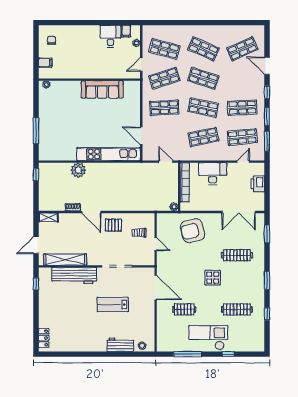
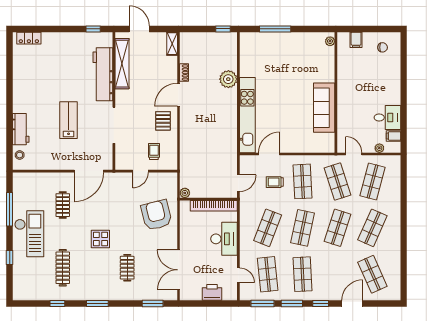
trolley: (165, 131) -> (275, 182), added
shop shelf: (203, 137) -> (268, 228), turned 33
clothes rail: (237, 255) -> (127, 268), width x0.73

